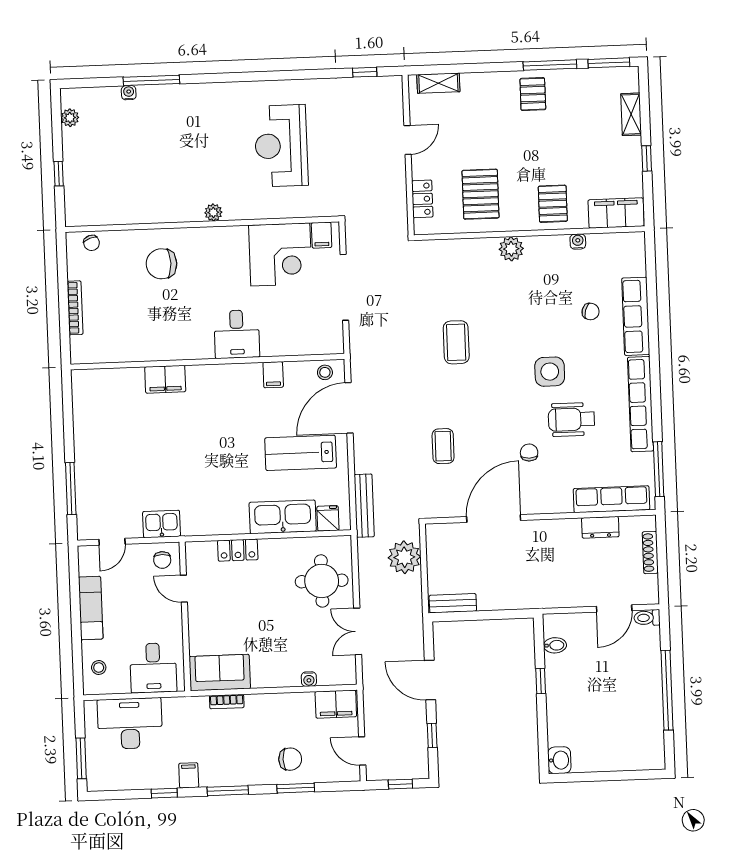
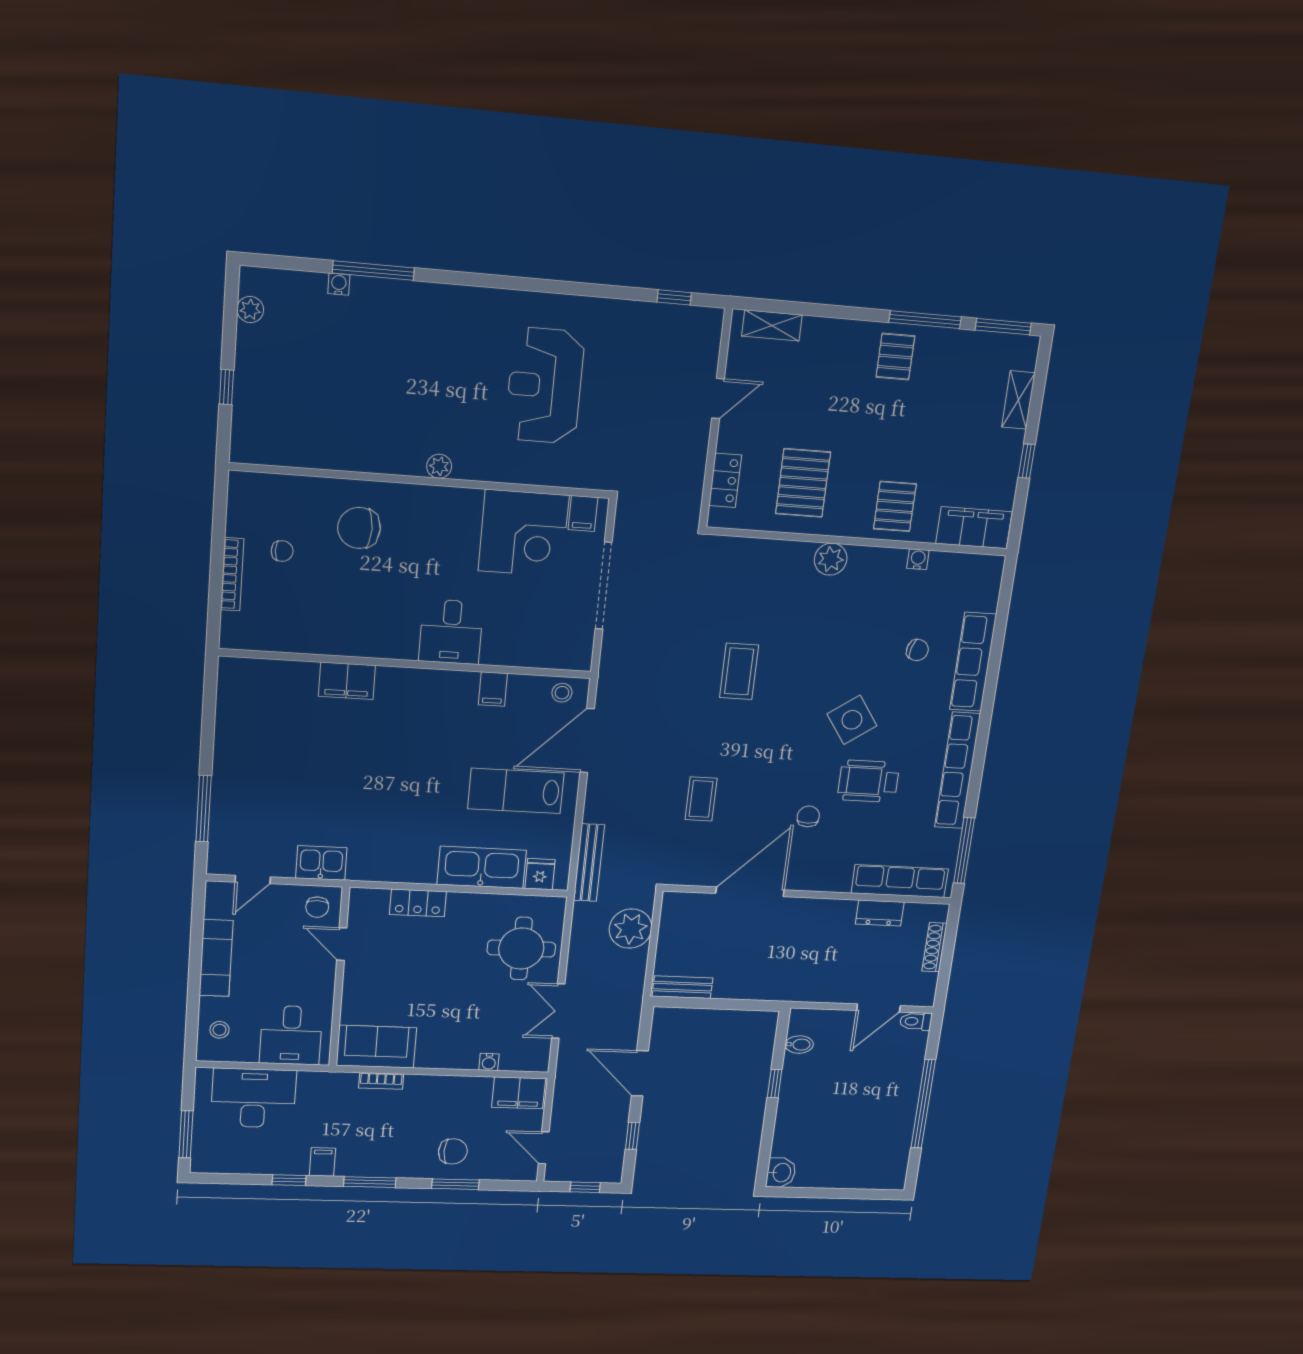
chair: (92, 243) -> (282, 551), moved, turned -71
side table: (550, 372) -> (852, 720), turned -35

